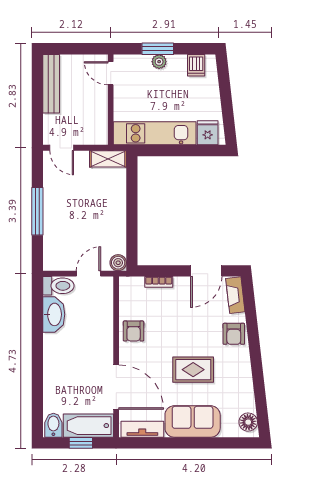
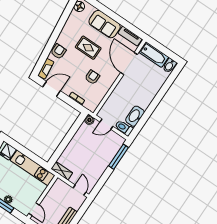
window: (37, 211) -> (118, 157), moved
armchair: (134, 331) -> (92, 77), moved
window: (81, 443) -> (162, 49), removed

